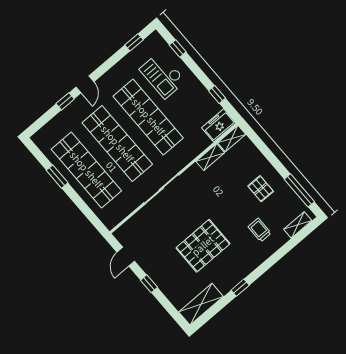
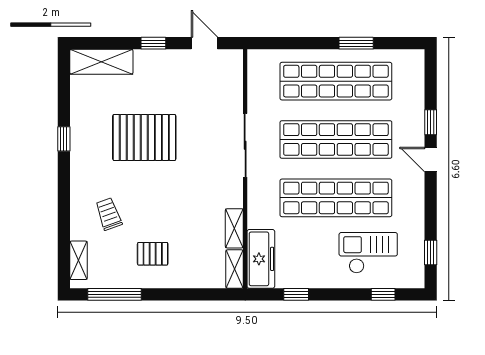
freezer: (219, 125) -> (261, 259), width x1.40
trolley: (260, 230) -> (109, 214), turned -110
pallet: (203, 246) -> (144, 137), turned 90
shelving: (201, 304) -> (101, 62), moved, turned 90

